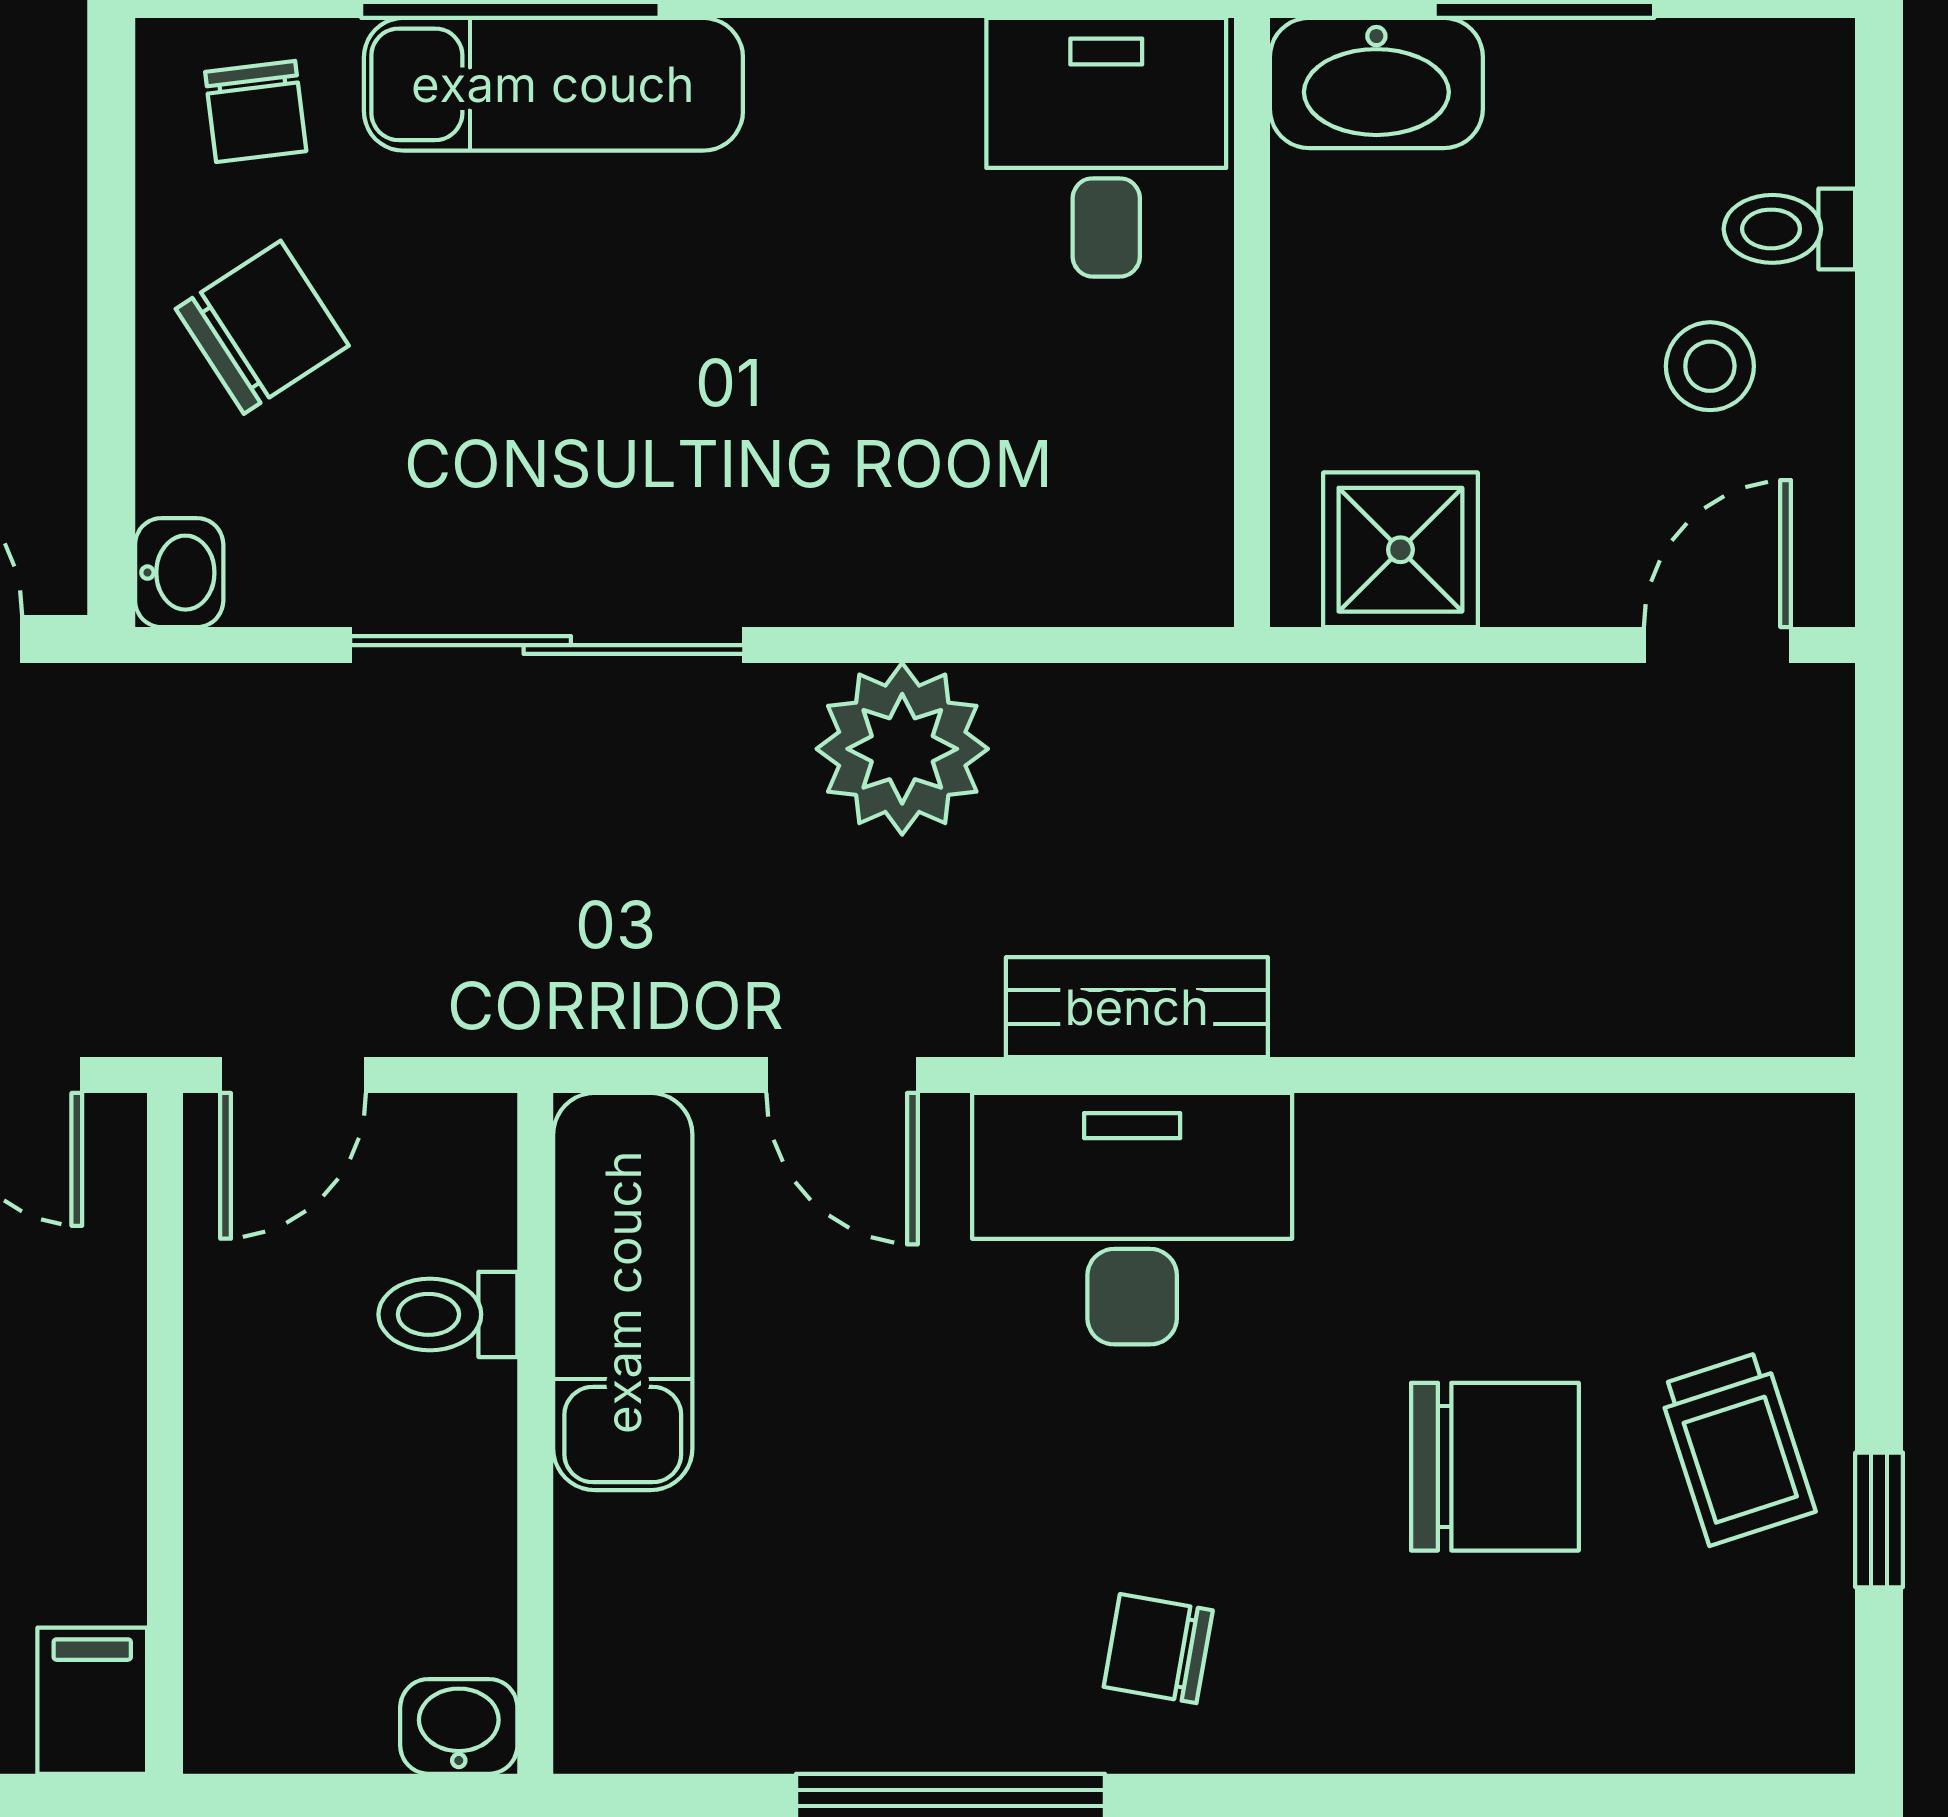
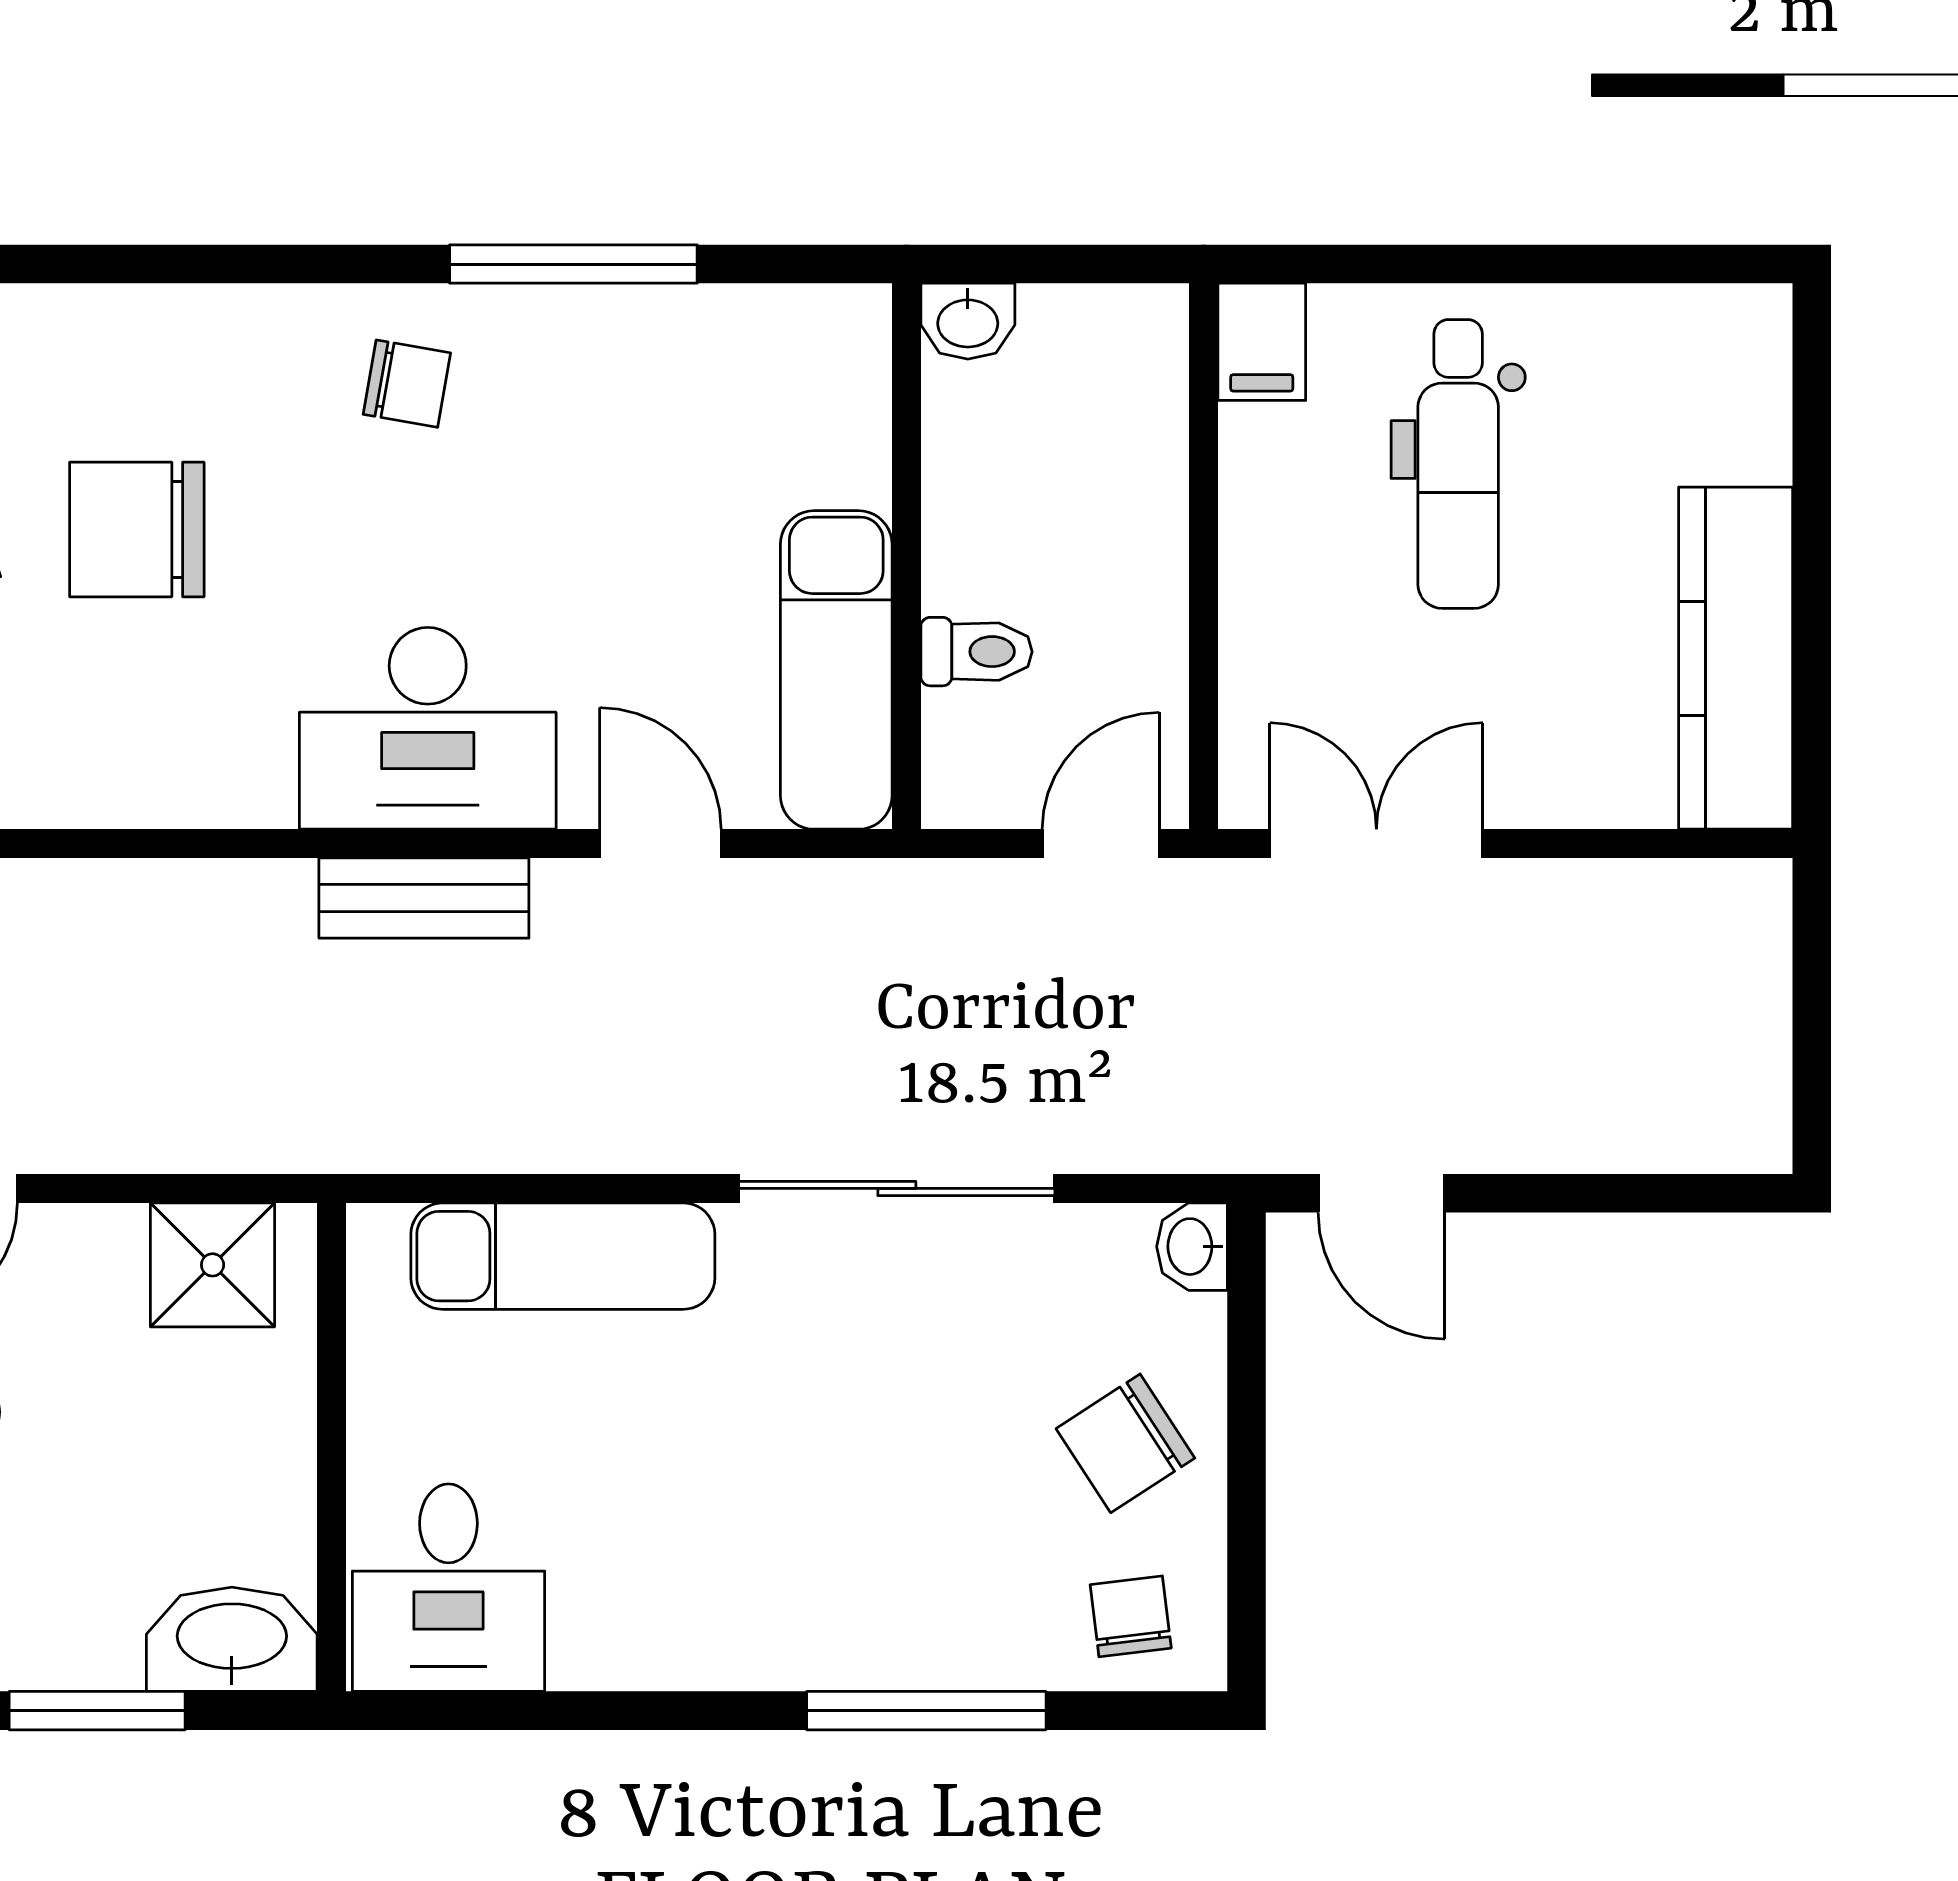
exam couch: (553, 84) -> (563, 1256), moved, turned 180
plant: (902, 749) -> (612, 1105), removed

